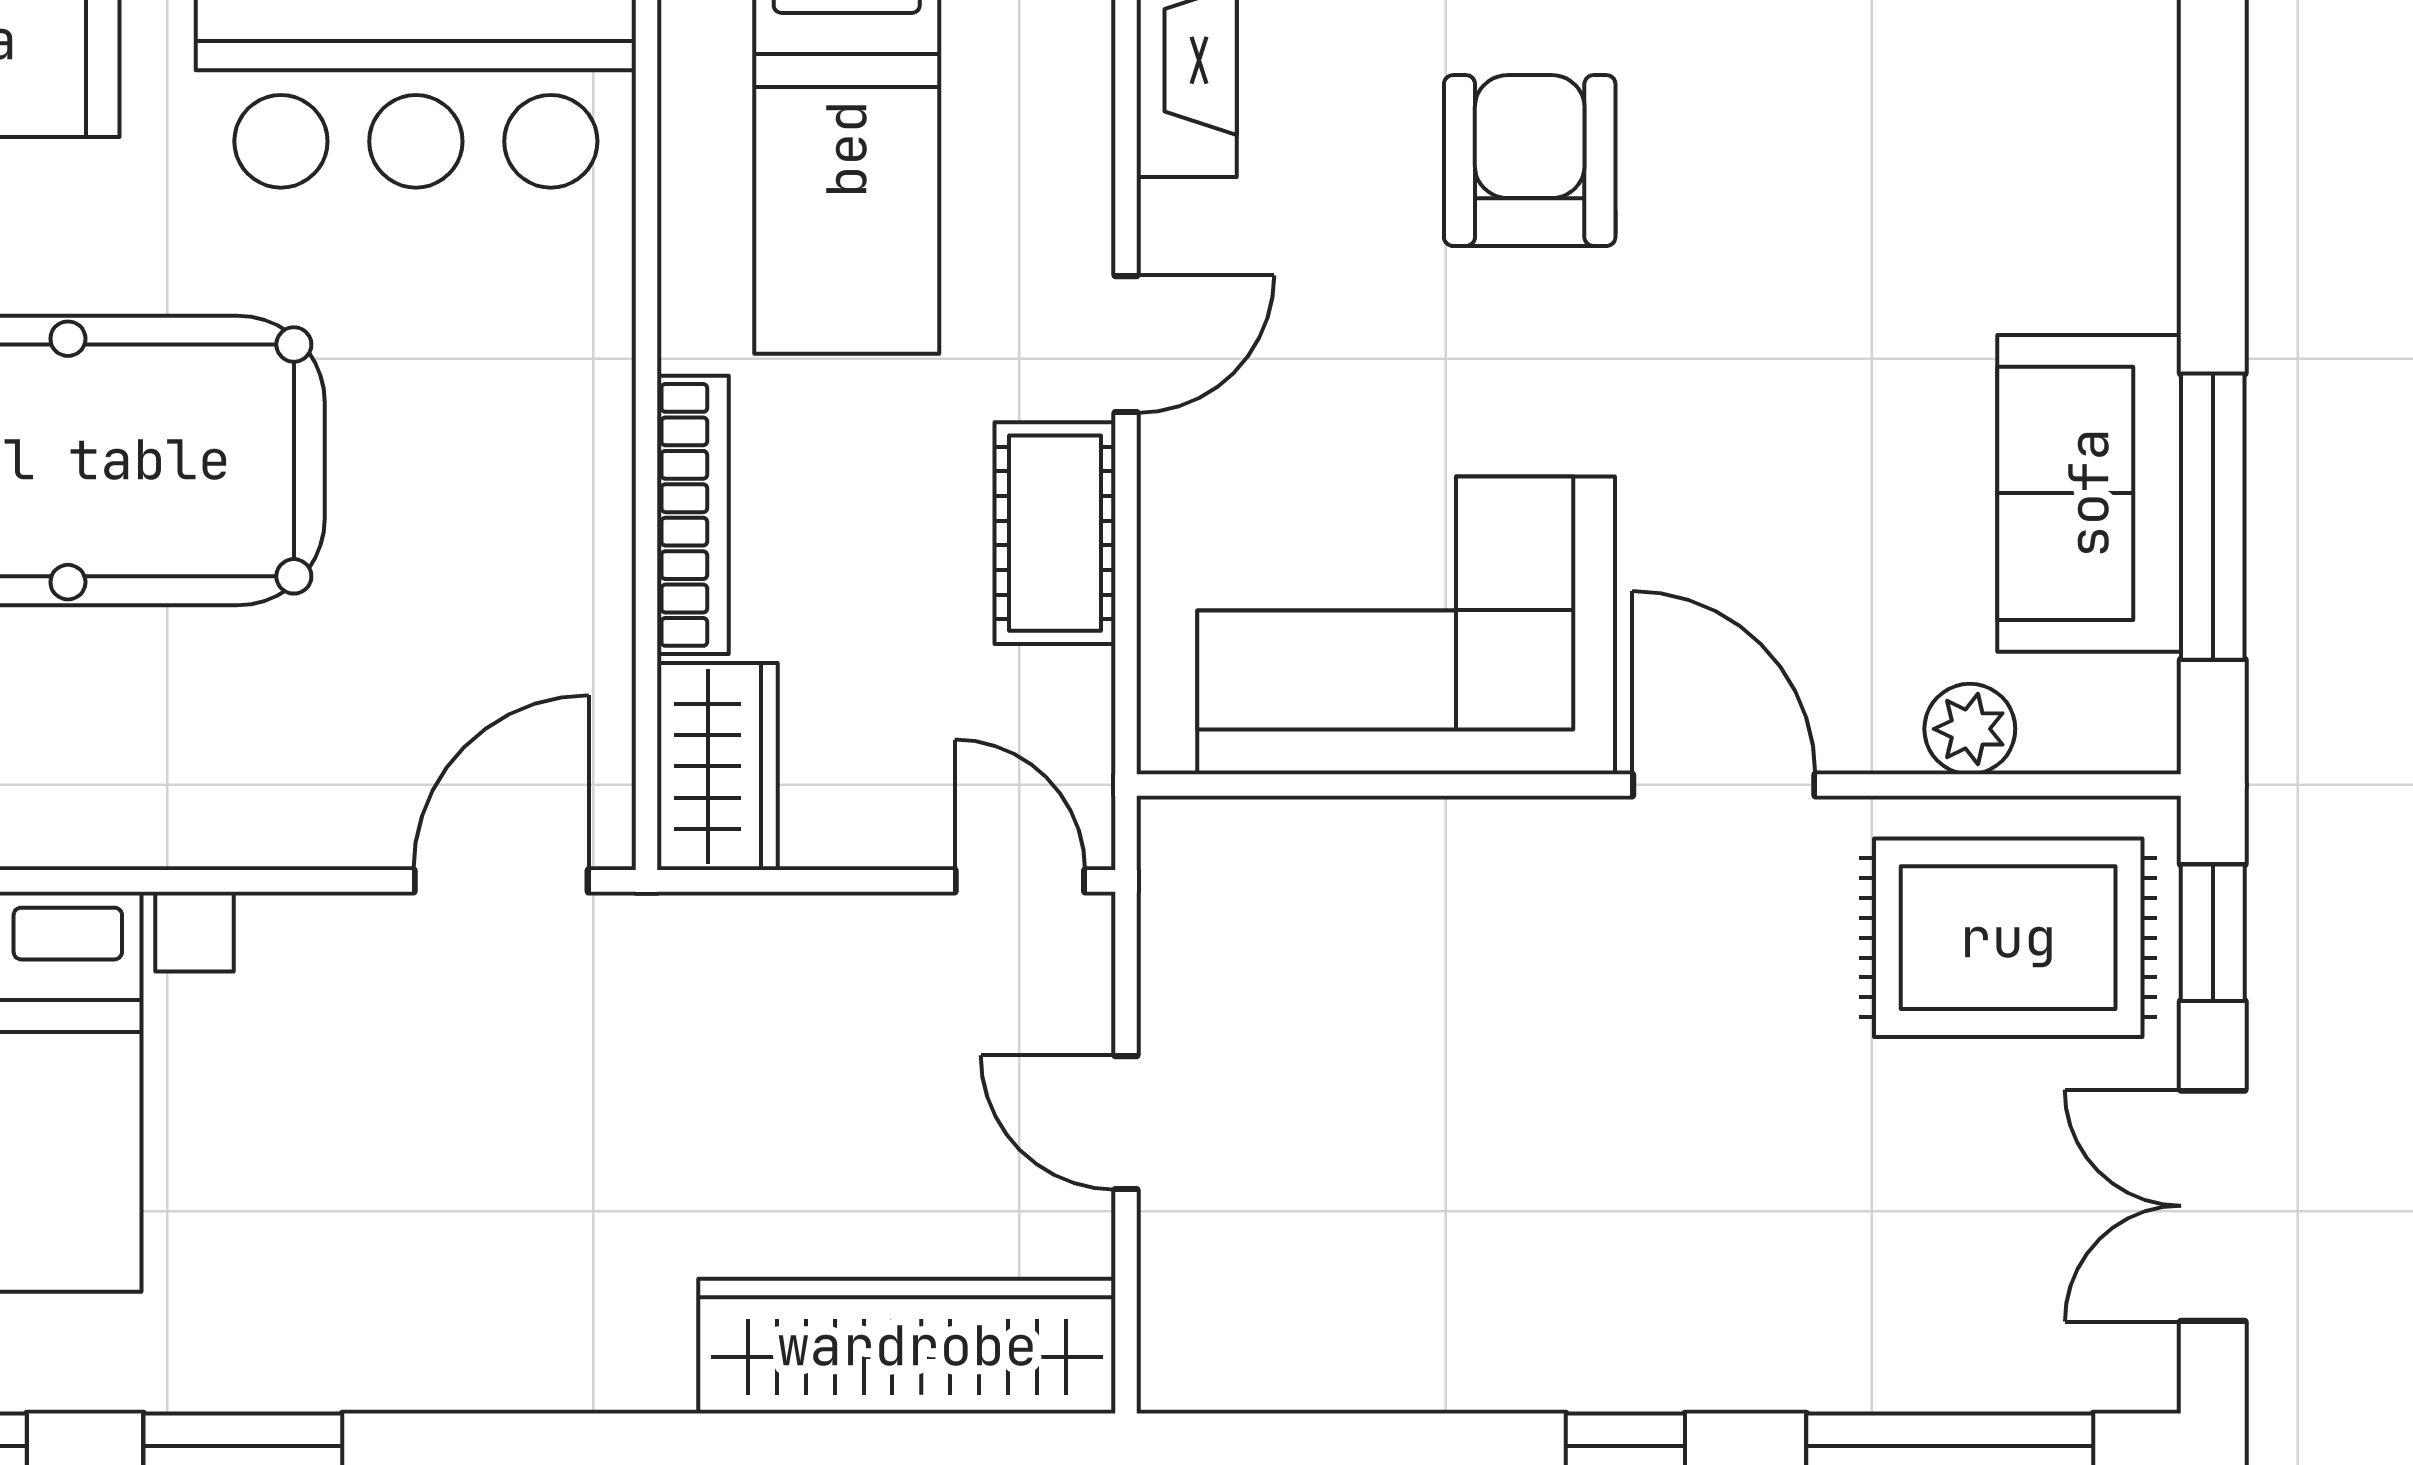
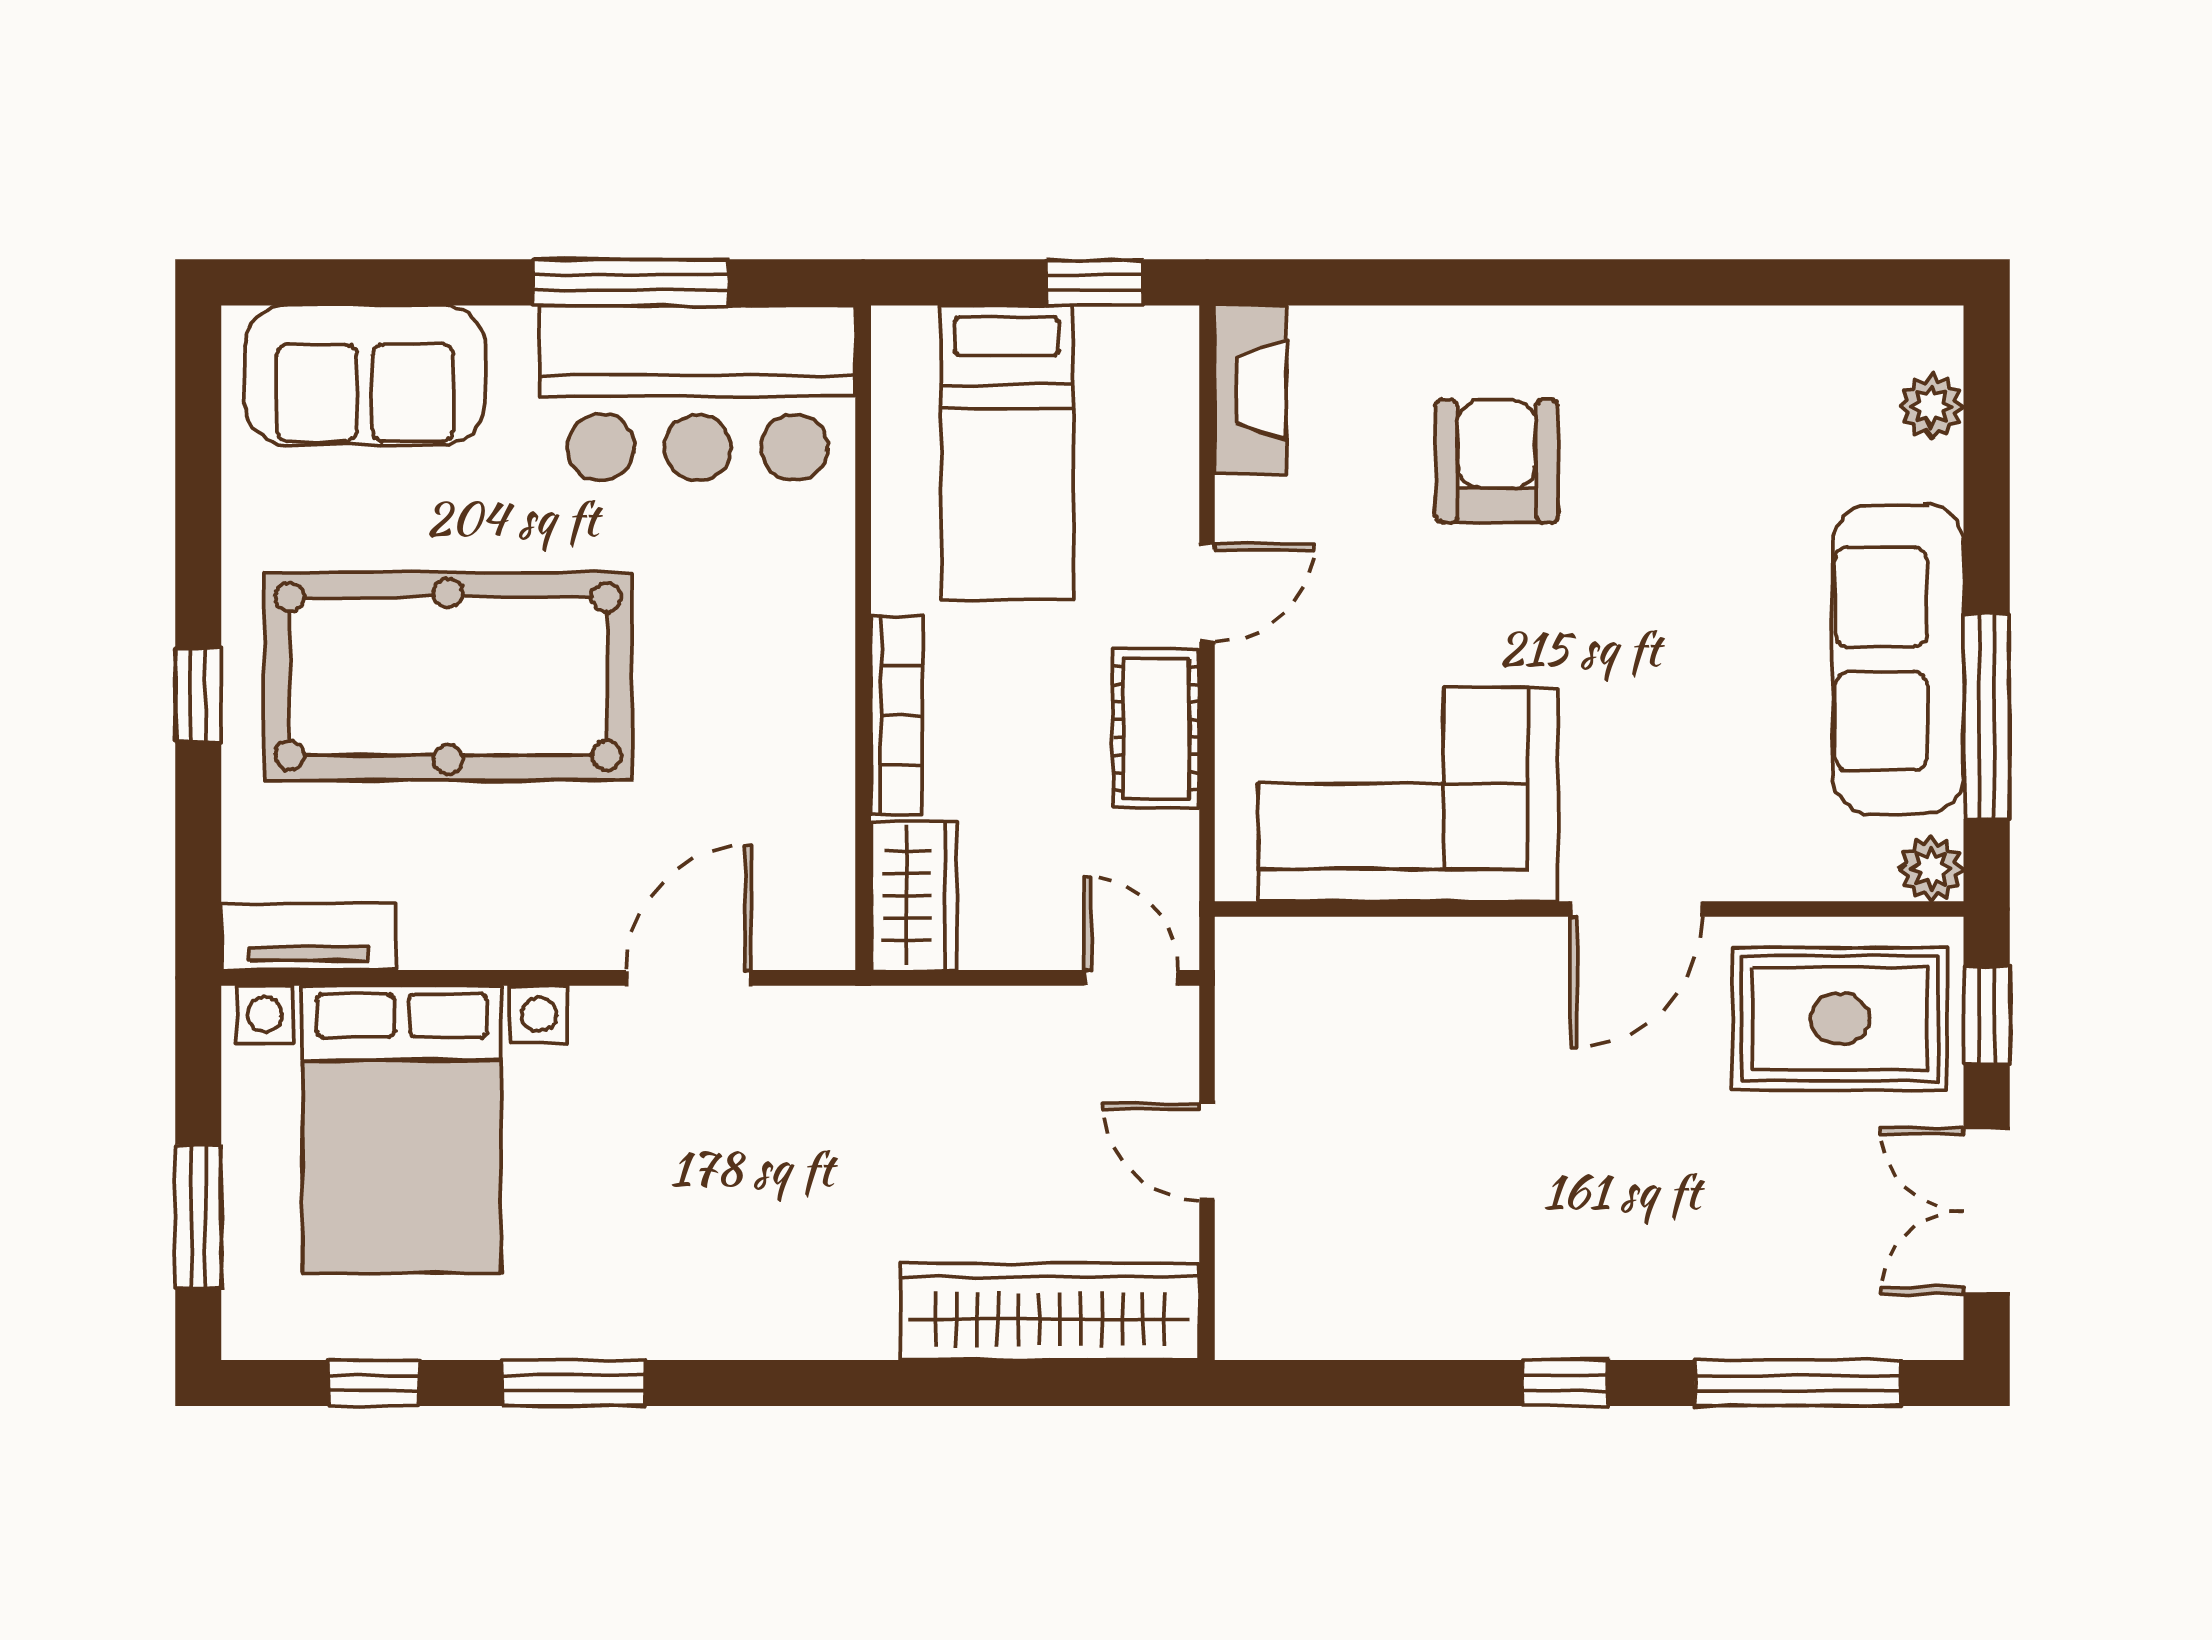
plant: (2136, 84) -> (1931, 406), added
sofa: (2089, 493) -> (1898, 659), width x1.36
plant: (1970, 729) -> (1931, 869), moved
door: (1724, 785) -> (1636, 909), swing flipped
door: (501, 881) -> (689, 978), moved

